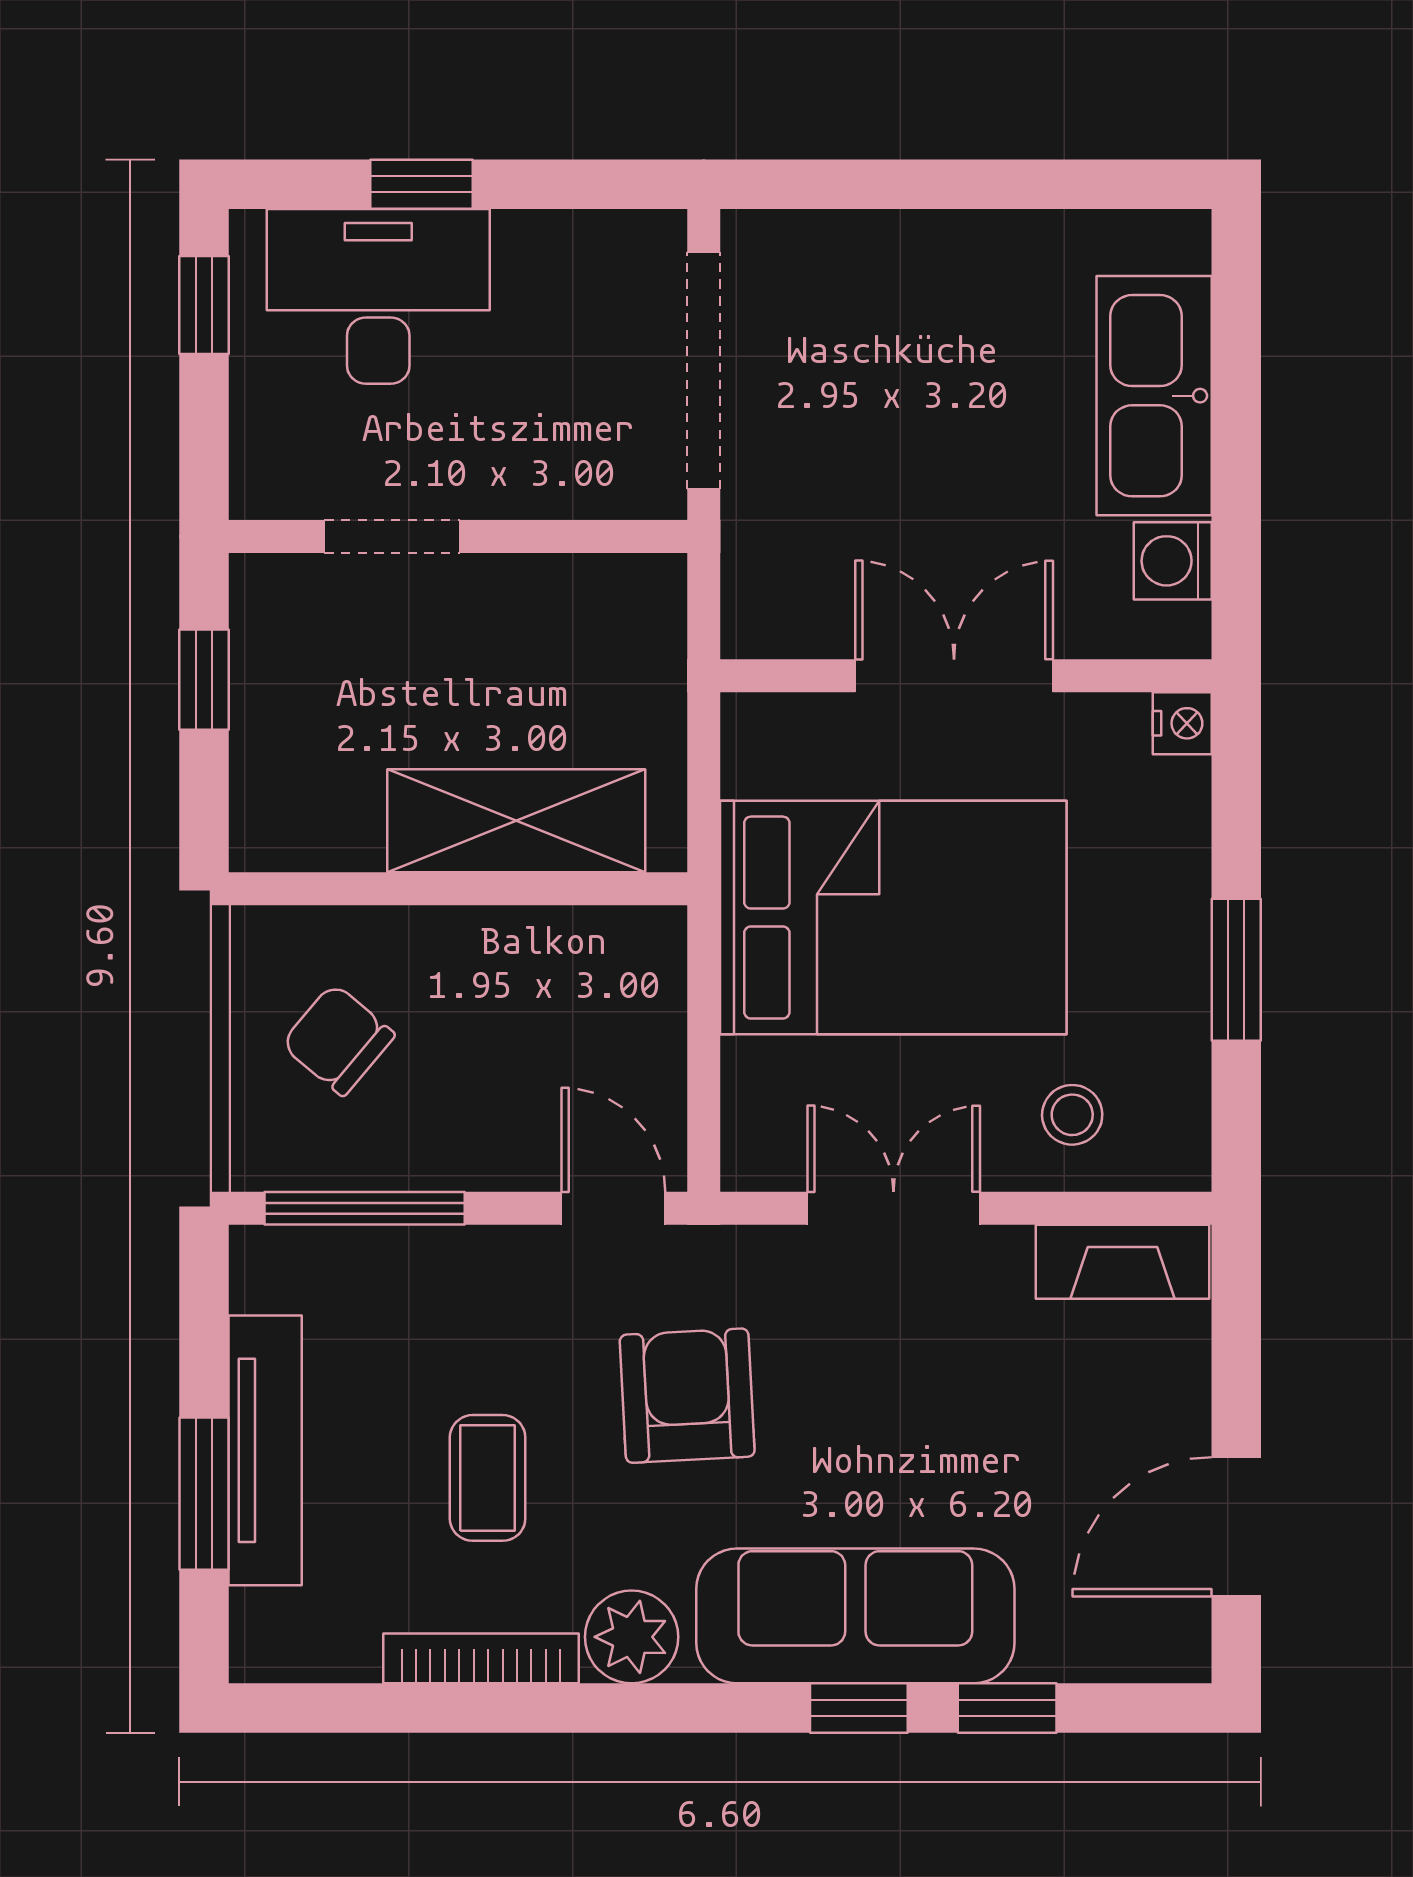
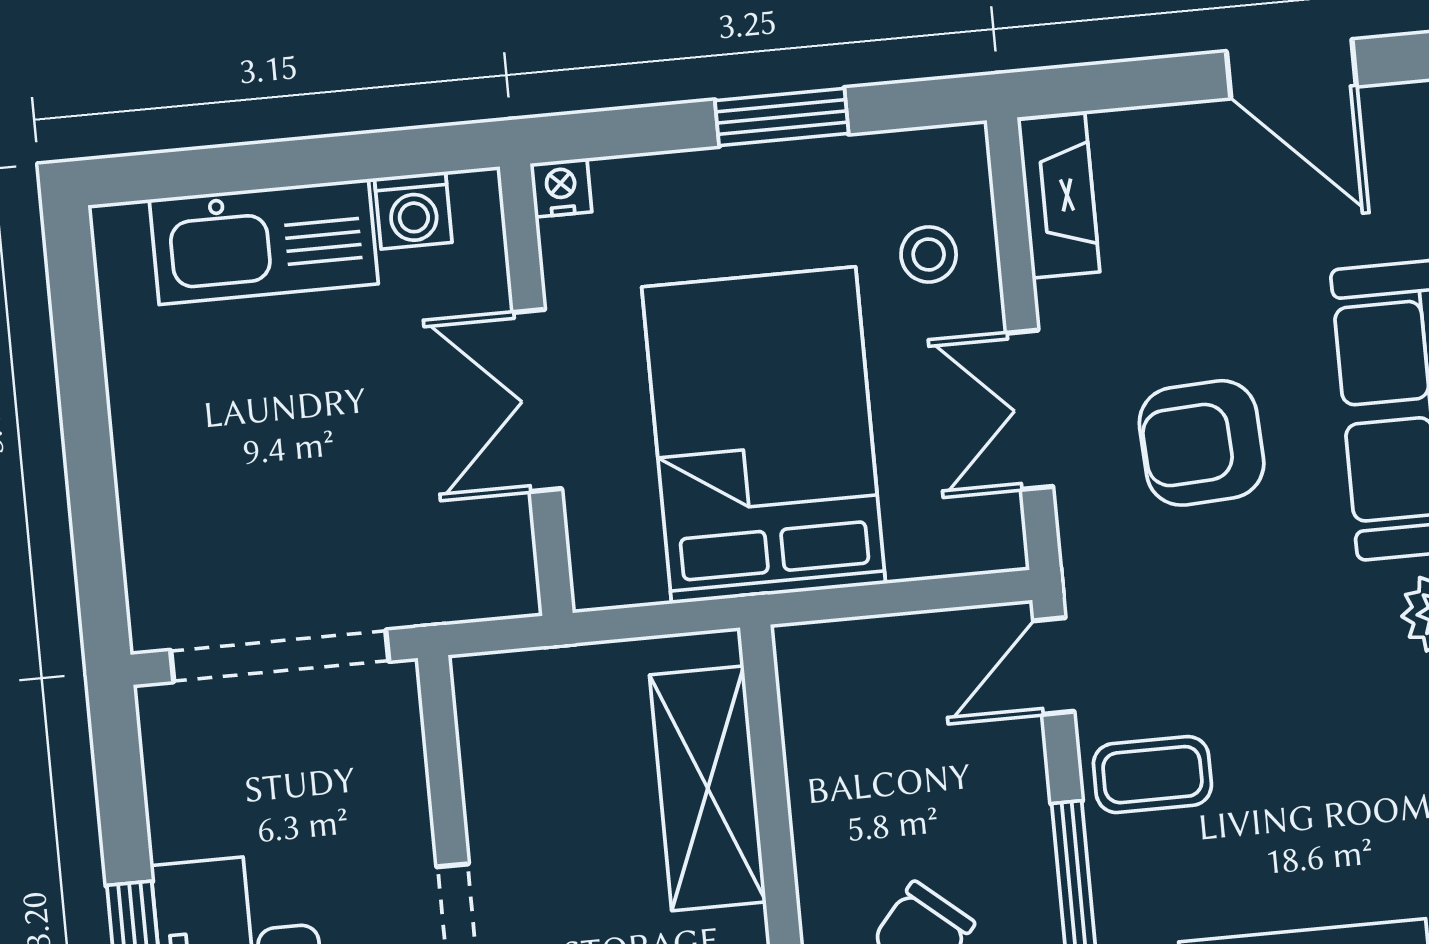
armchair: (687, 1396) -> (1202, 443), moved
coffee table: (488, 1478) -> (1152, 775), moved

